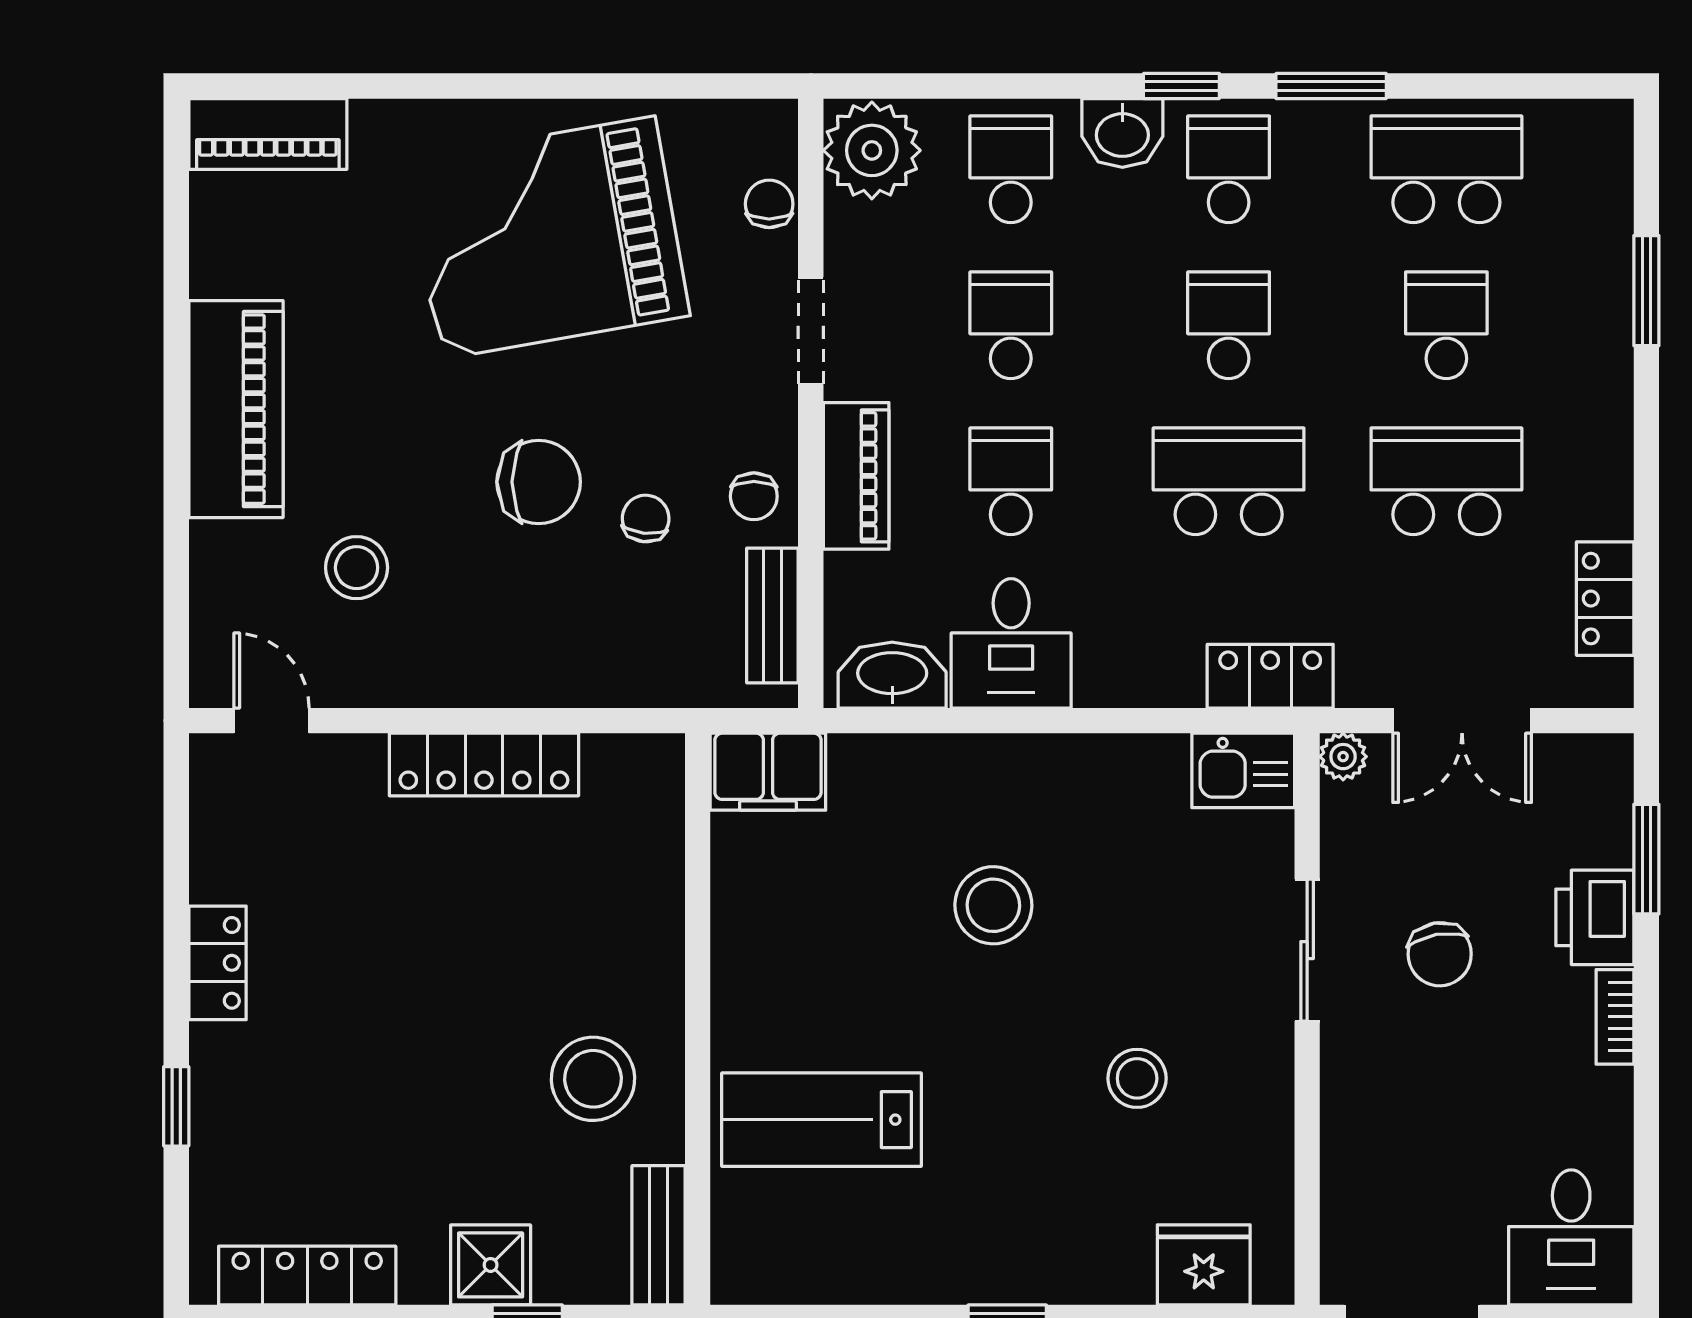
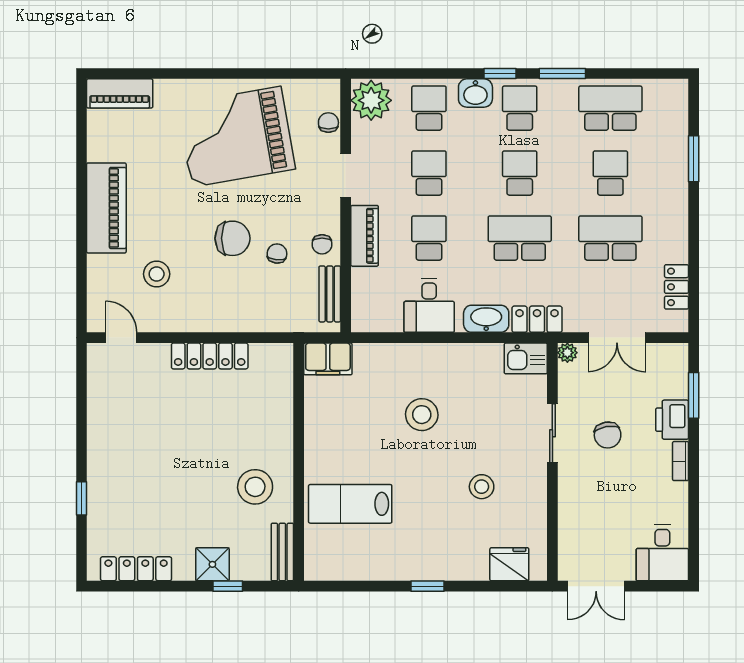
washbasin: (892, 675) -> (486, 319), moved
locker: (217, 963) -> (99, 439), removed

